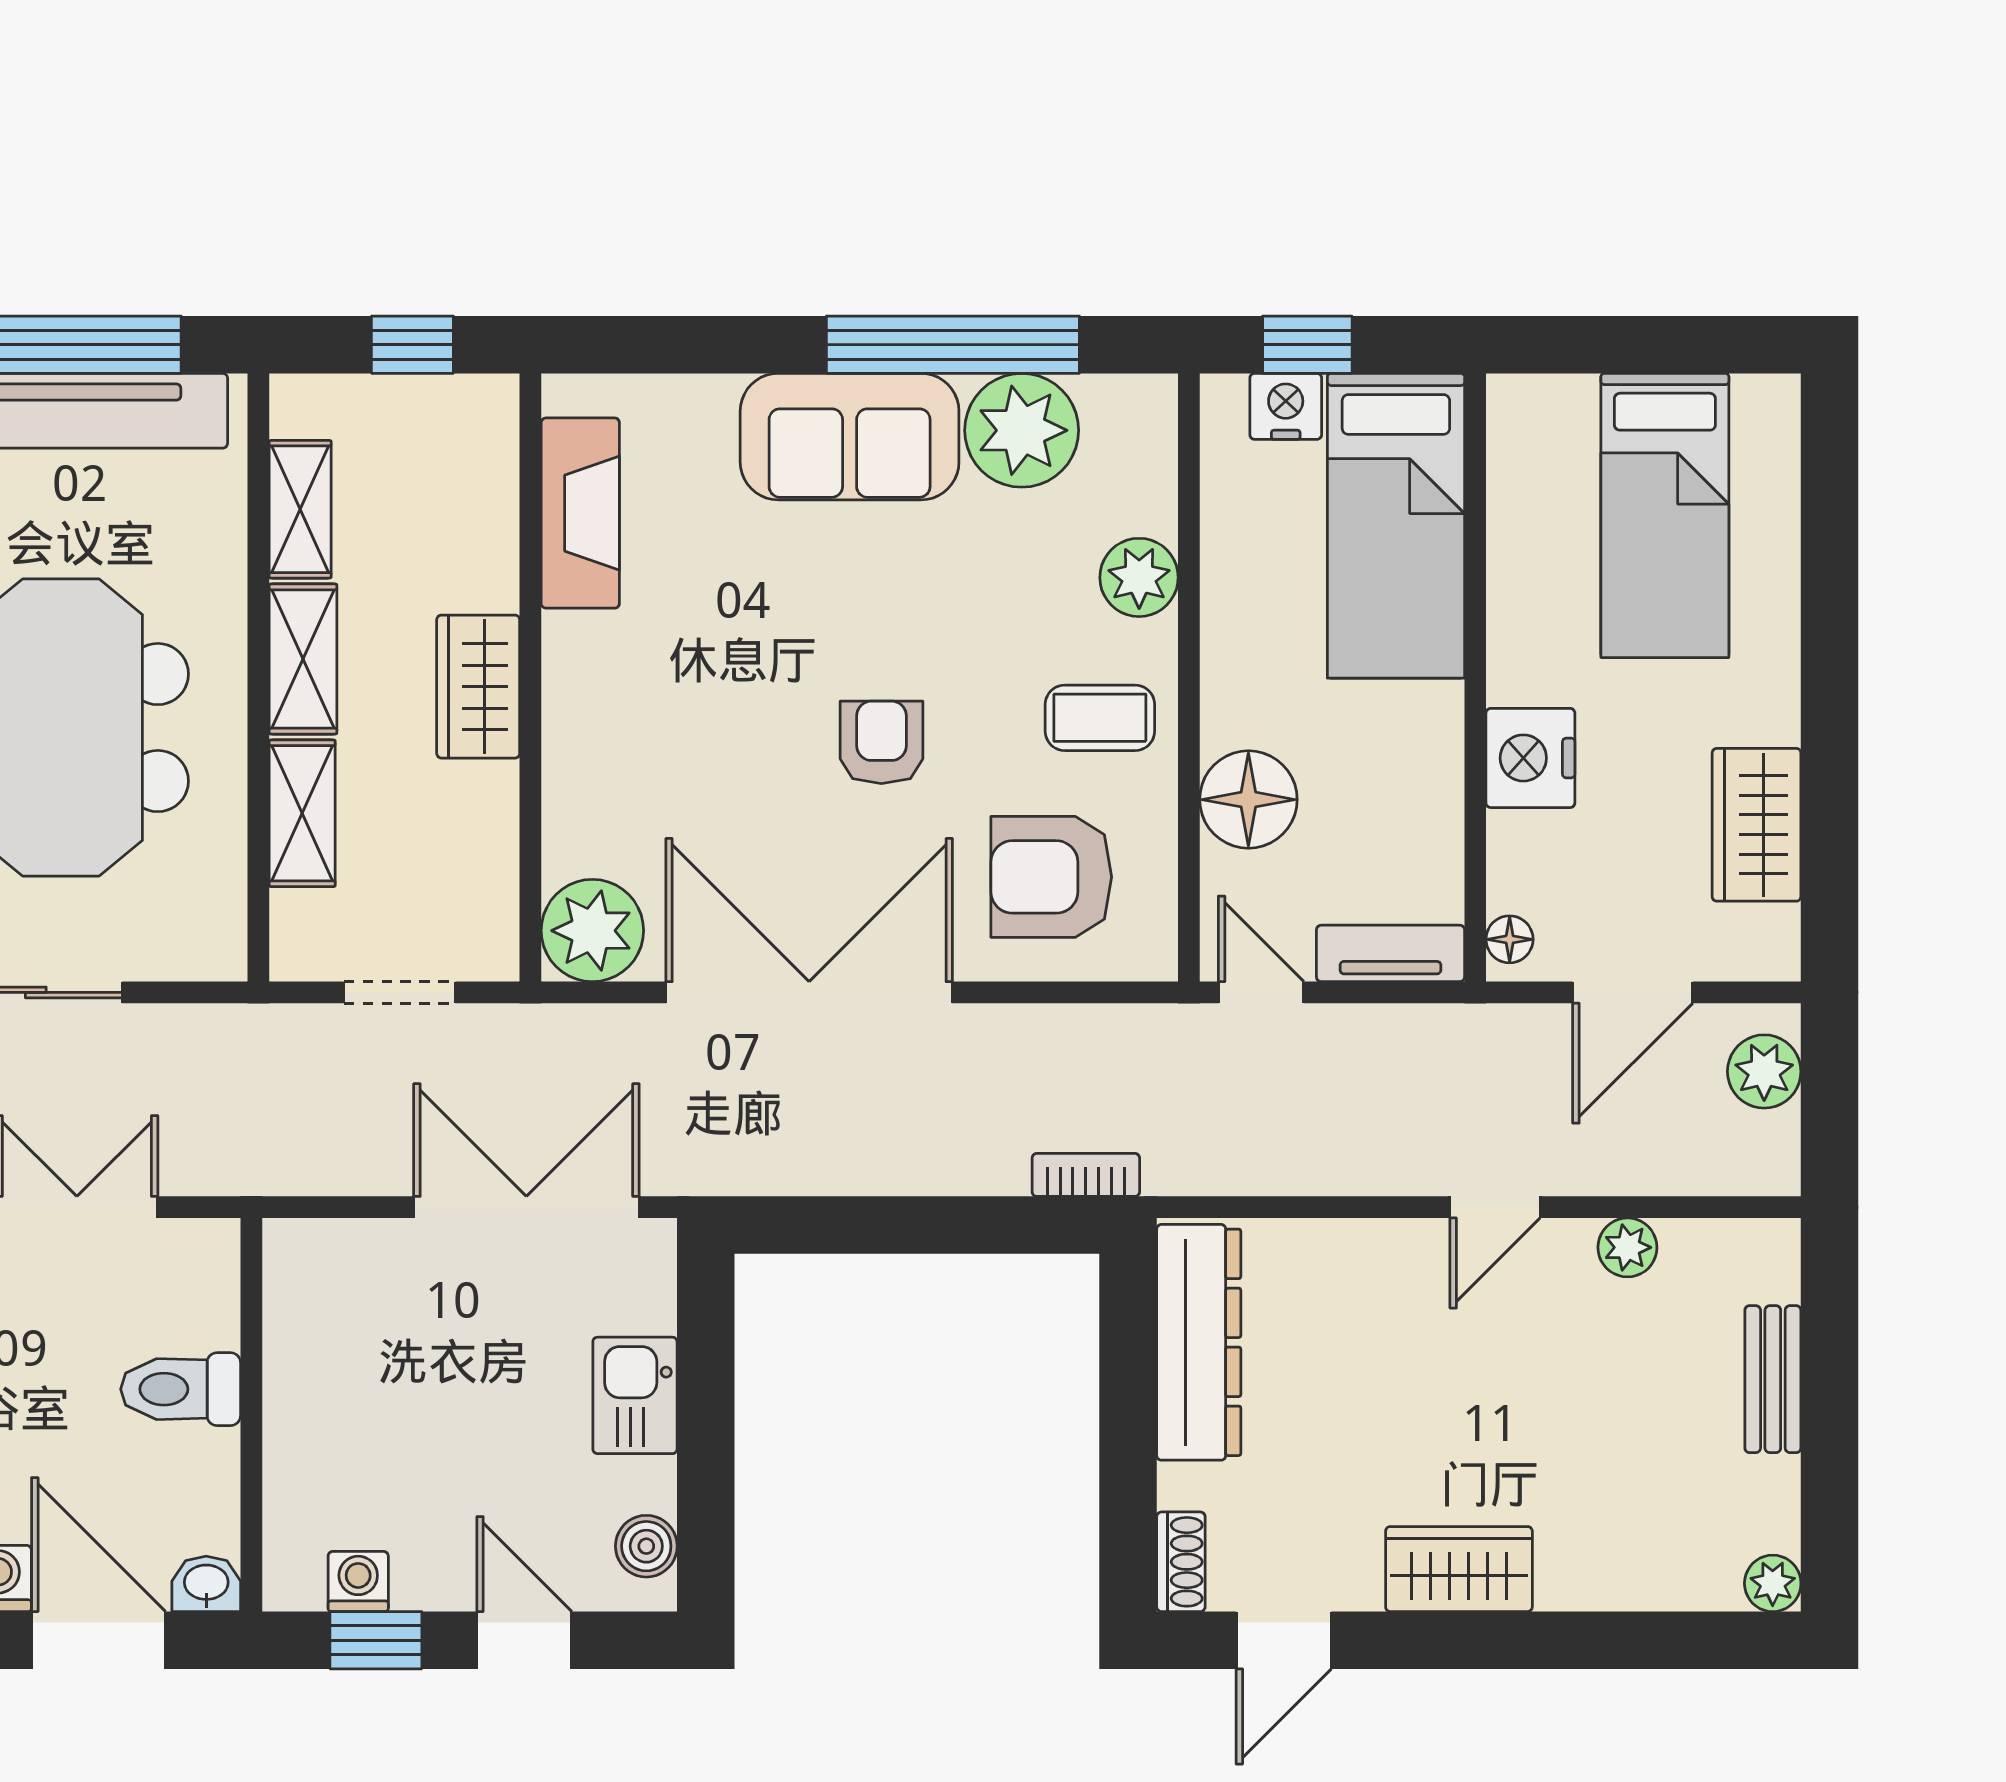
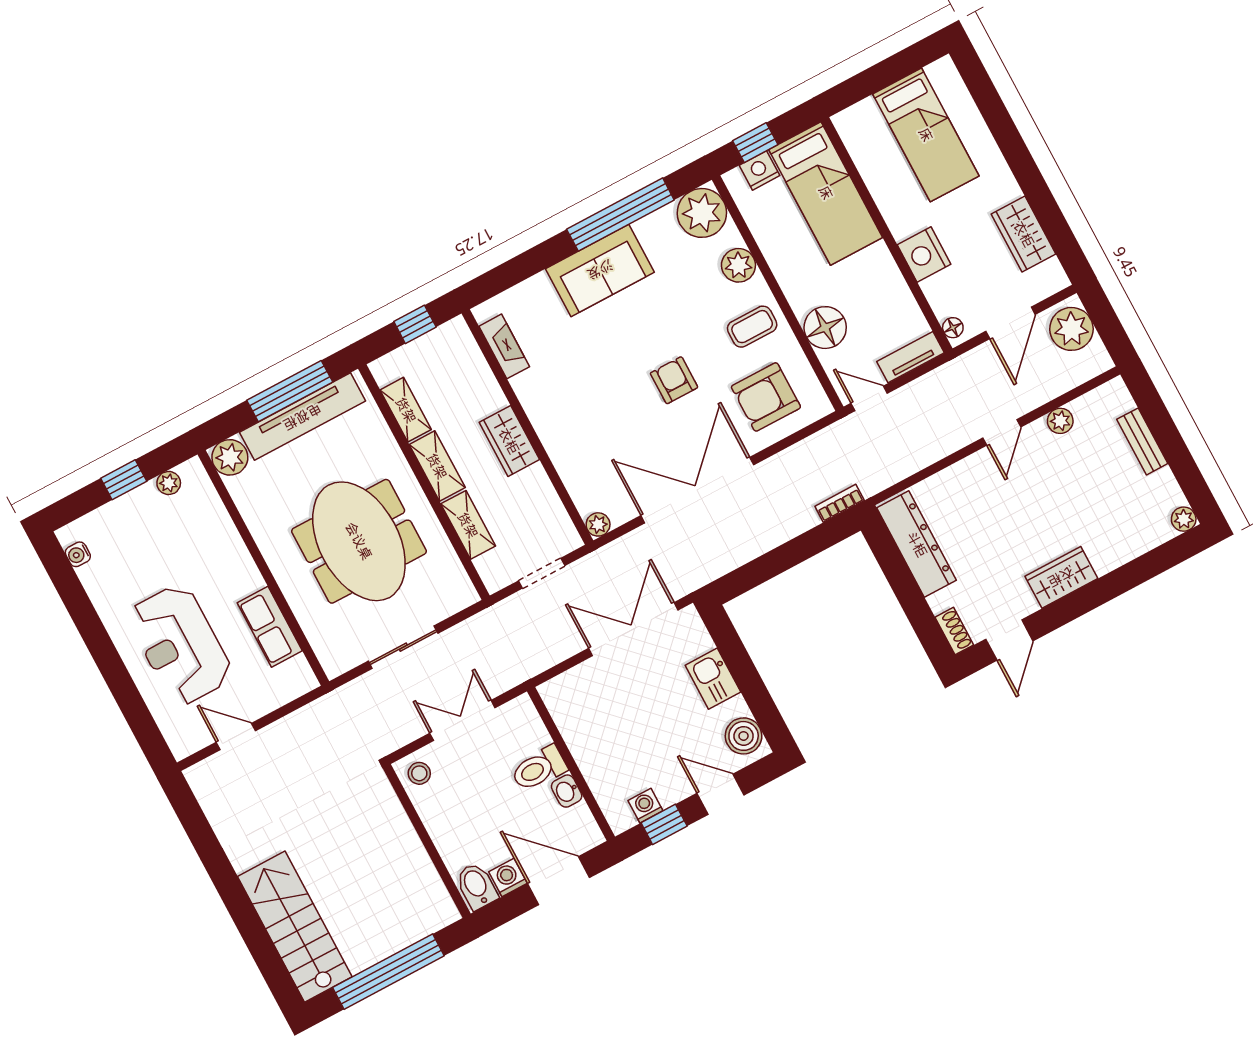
plant: (1022, 430) -> (702, 213), moved
fireplace: (580, 513) -> (504, 346), width x0.73, depth x0.76
plant: (592, 931) -> (598, 524), width x0.53, depth x0.53
plant: (1764, 1071) -> (1071, 329), width x1.36, depth x1.36
boiler: (646, 1546) -> (744, 736), width x1.36, depth x1.36
washbasin: (206, 1584) -> (567, 791), moved, turned -90

